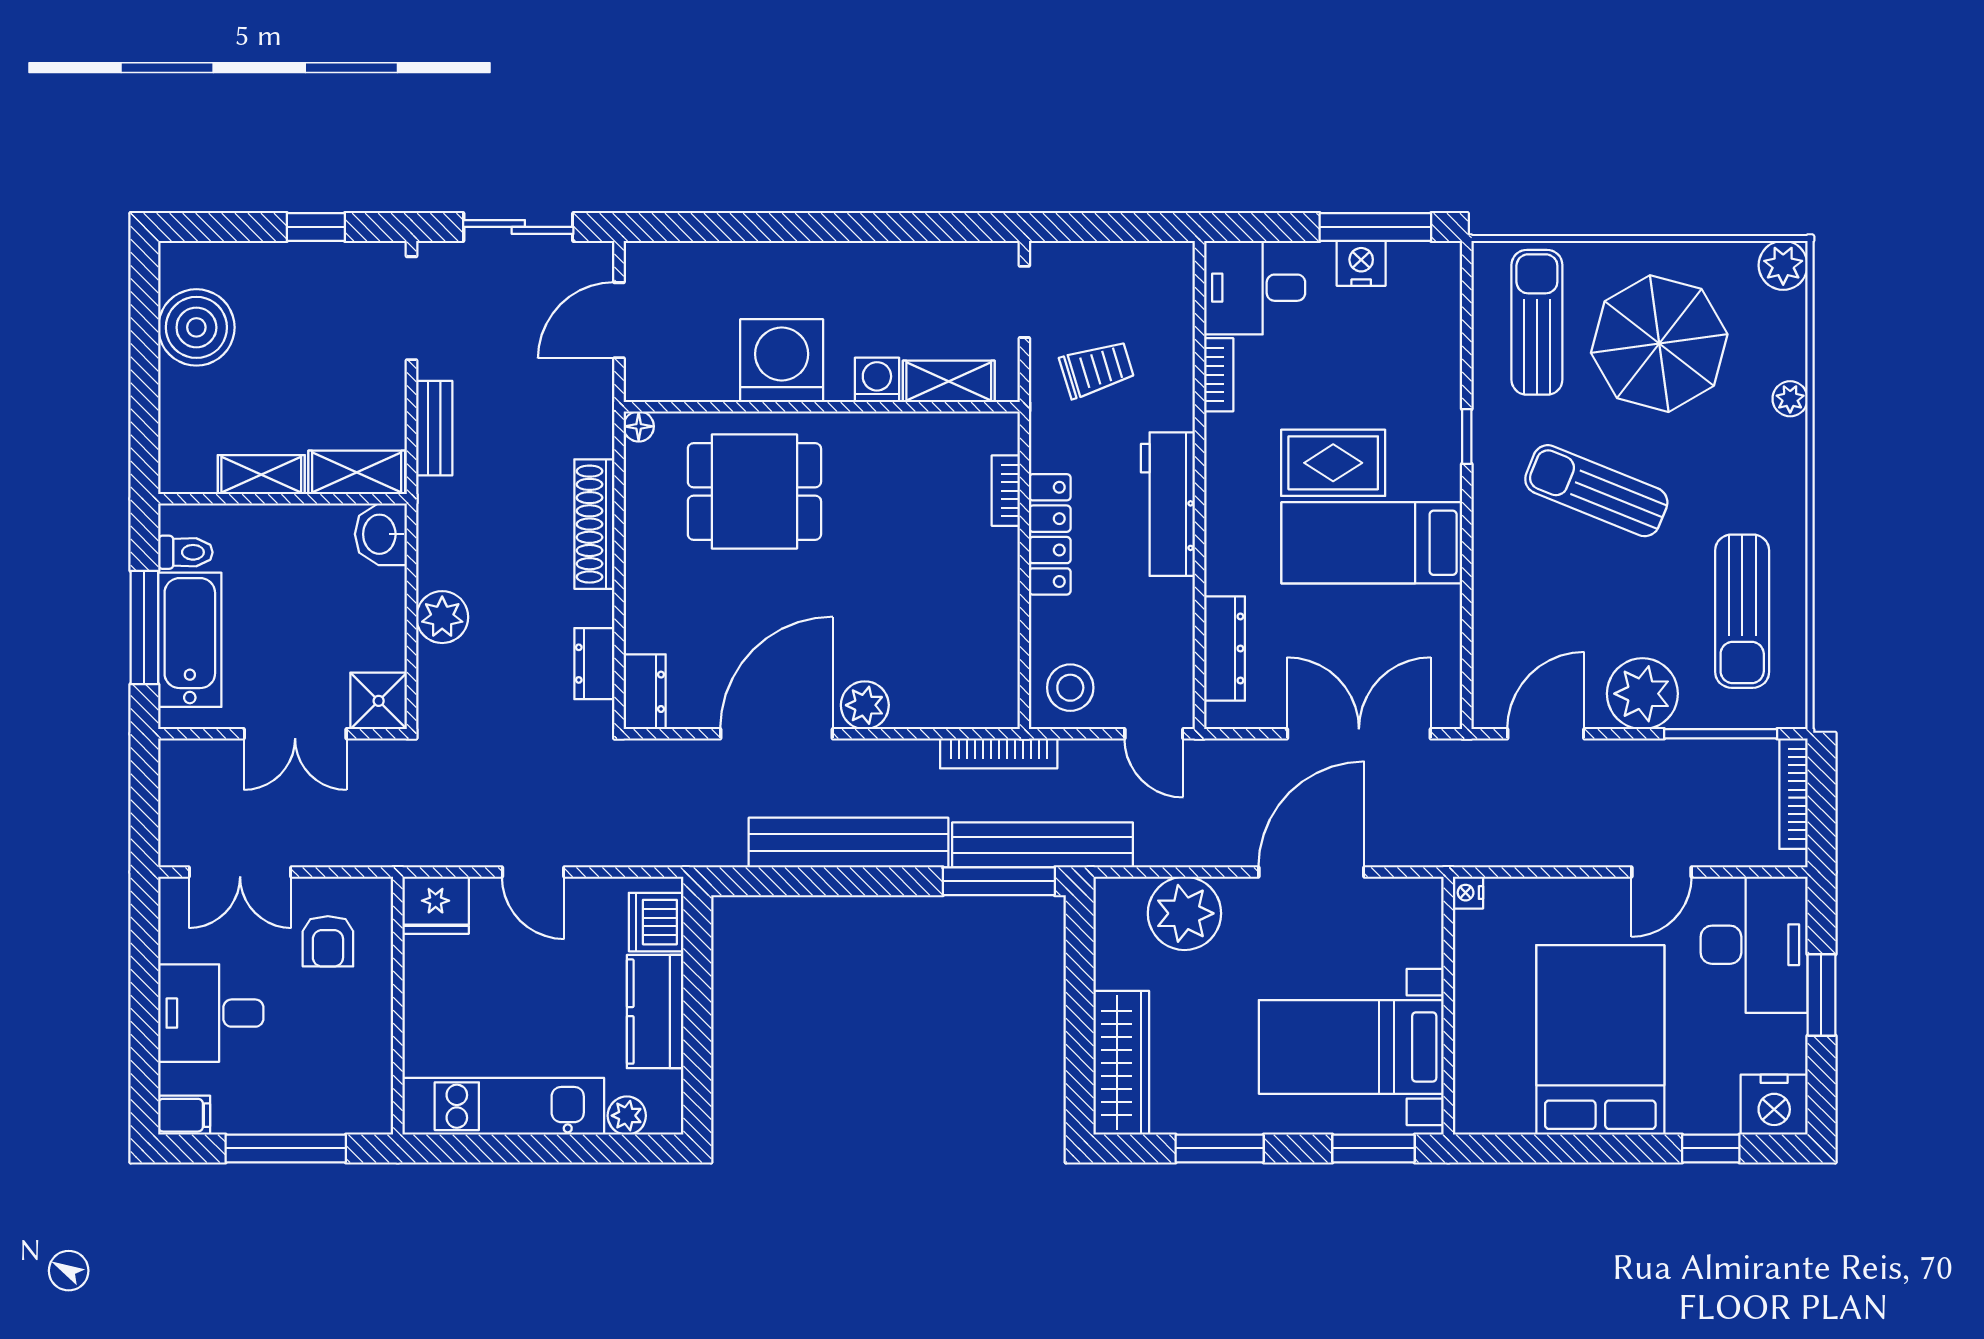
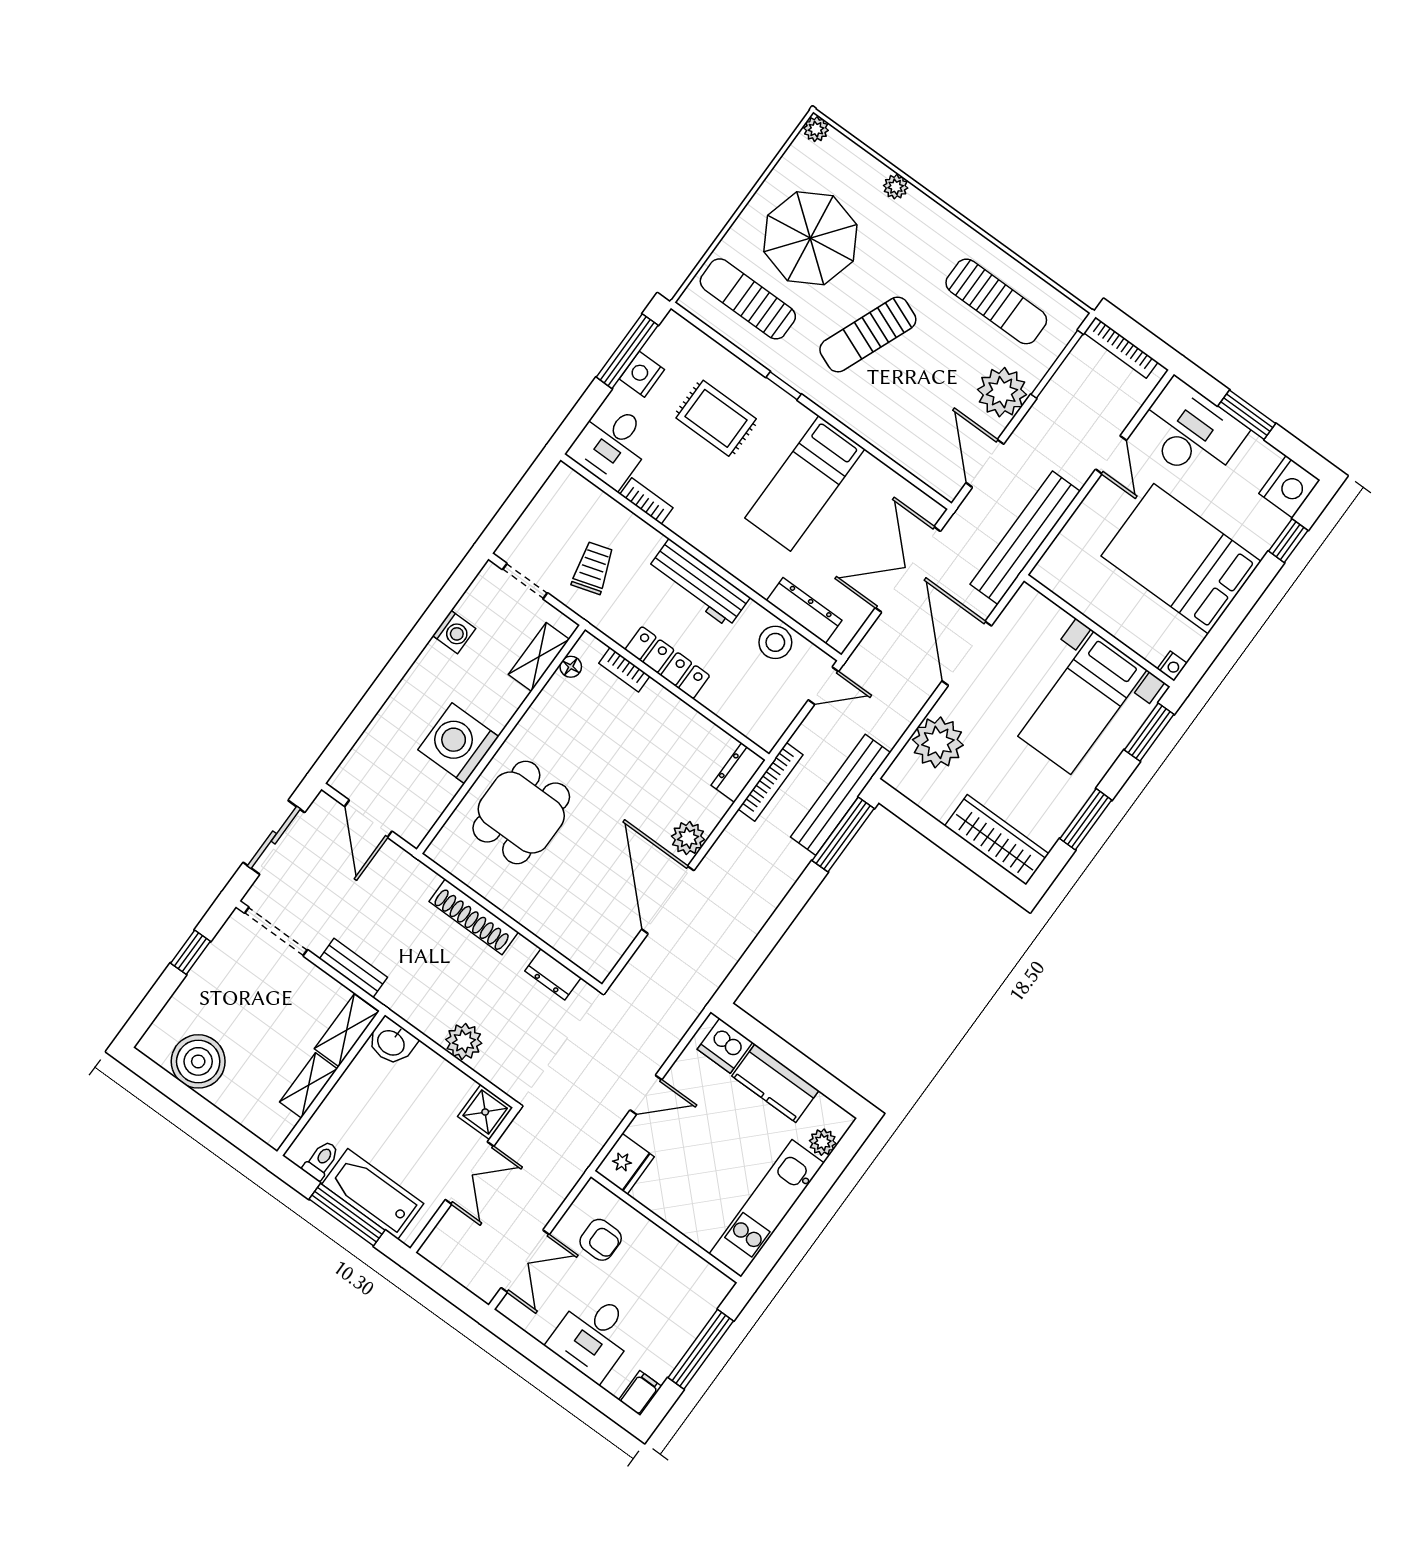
plant: (1783, 265) -> (816, 129), width x0.73, depth x0.73
washing machine: (877, 380) -> (454, 632), moved, turned 180
floor lamp: (639, 426) -> (571, 667), moved
rug: (1333, 463) -> (716, 418), moved, turned 90
stool: (1070, 688) -> (775, 642), moved
dresser: (645, 692) -> (738, 772), moved, turned -90
bench: (849, 843) -> (1025, 538), moved
nightstand: (1468, 893) -> (1172, 666), moved, turned -90

